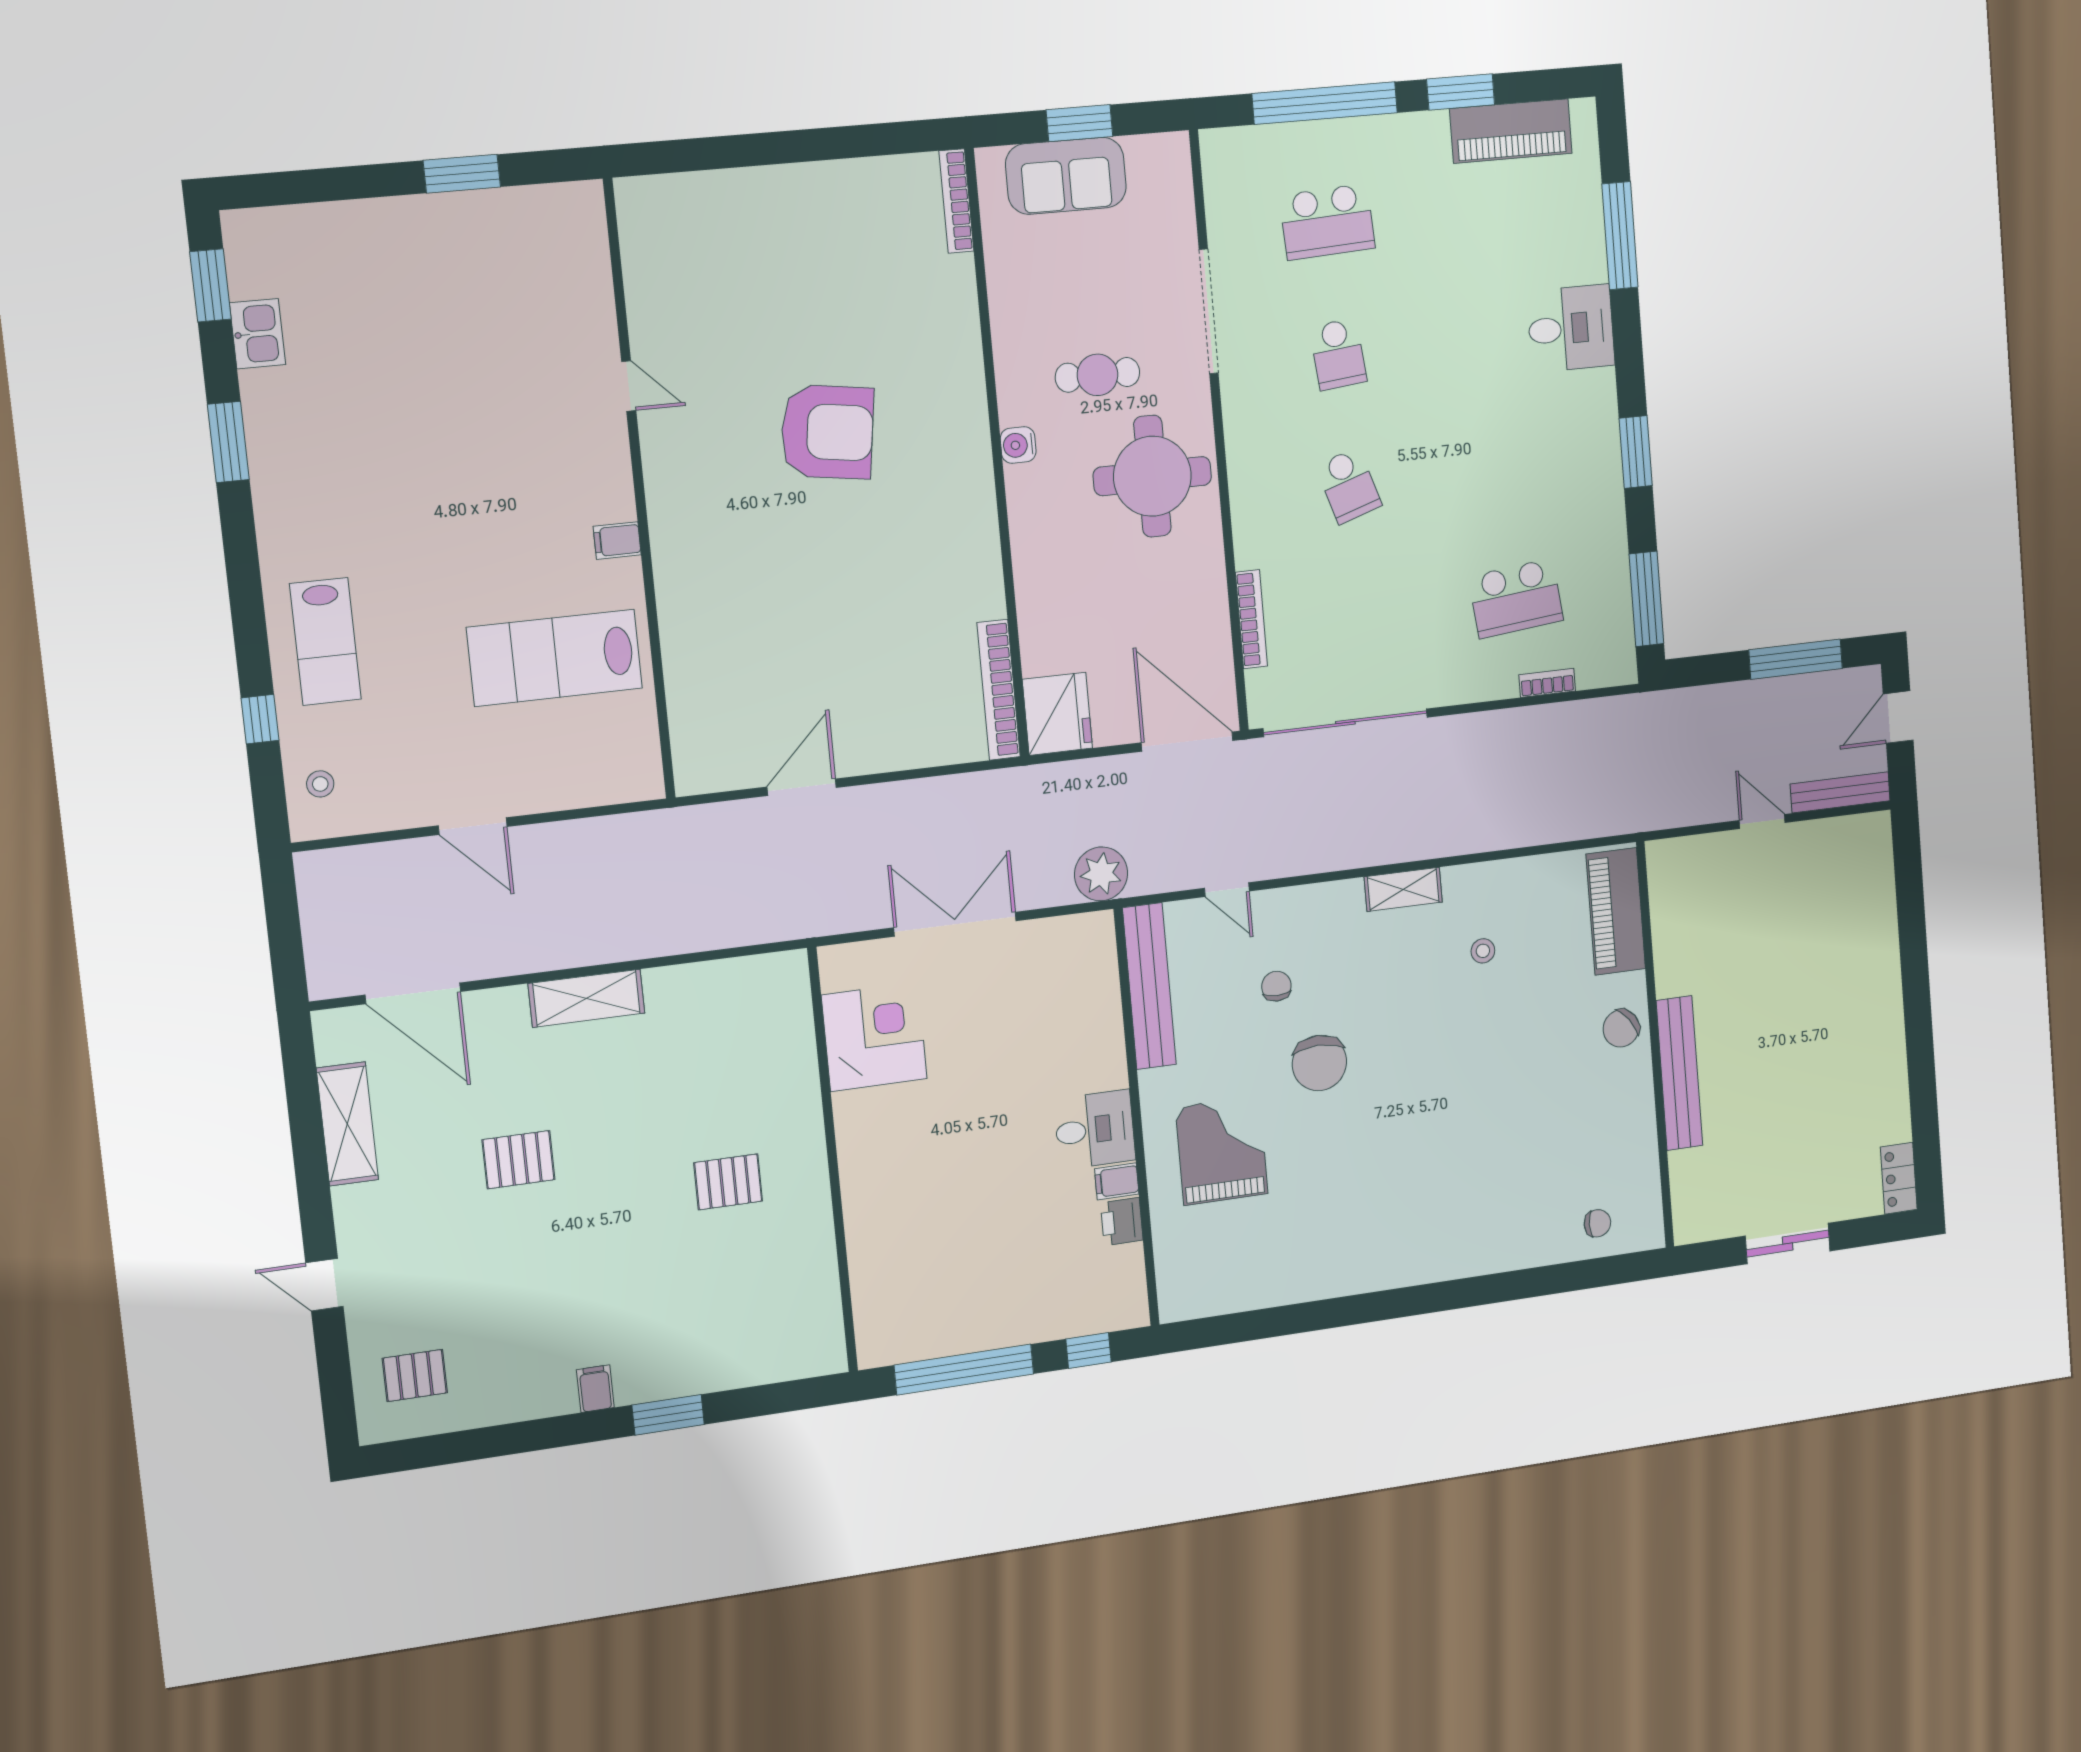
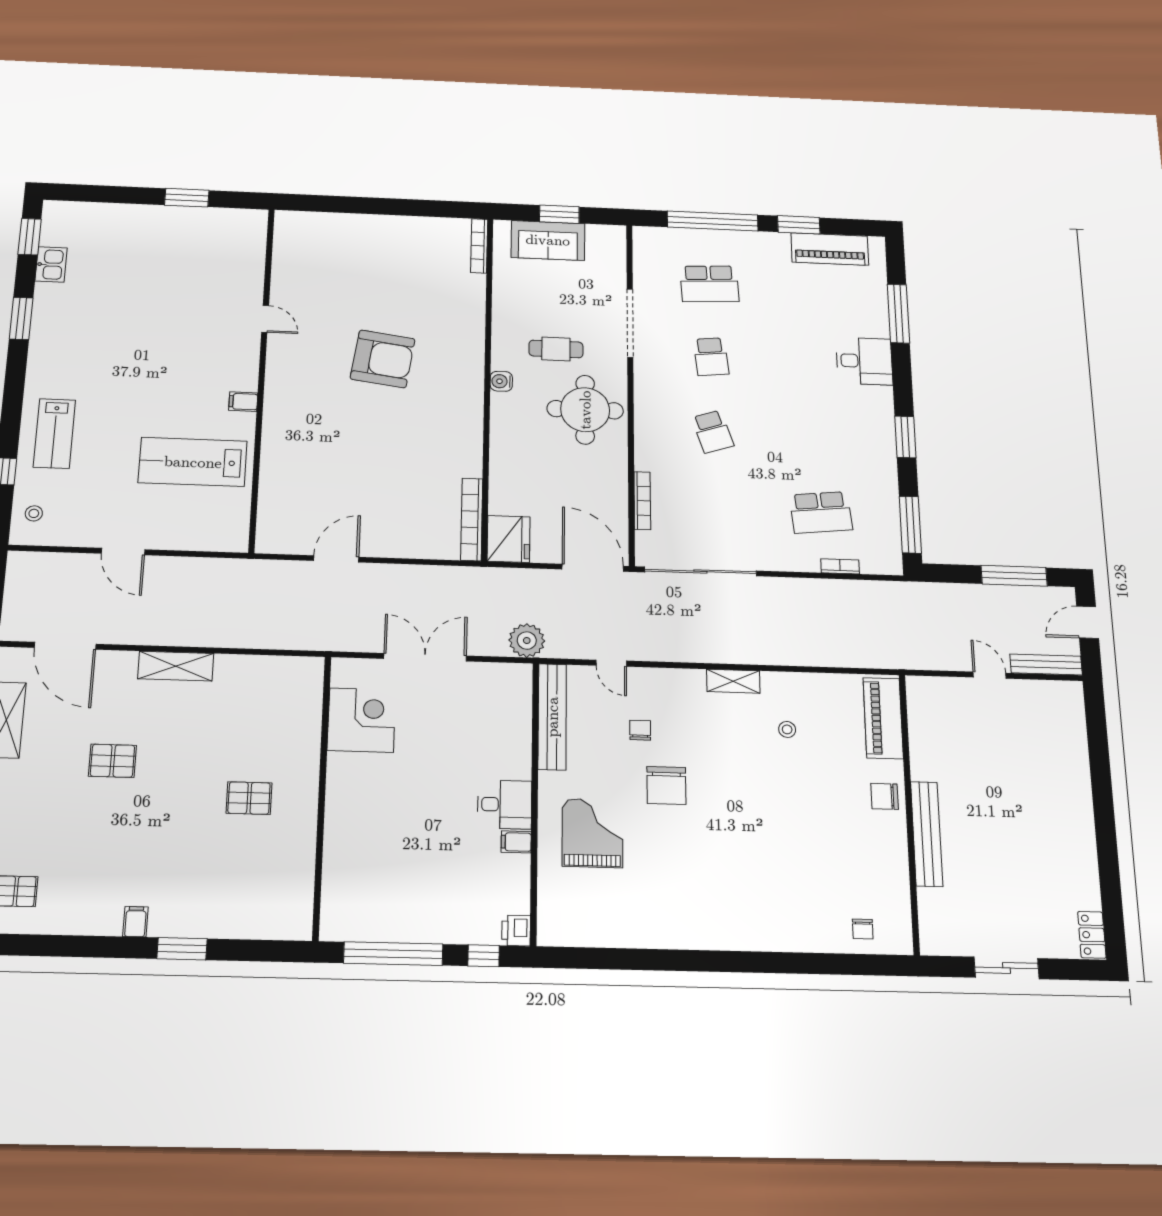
chair: (1621, 1028) -> (885, 796), turned 37
printer: (1122, 1222) -> (516, 930), moved
chair: (1597, 1223) -> (863, 929), turned 90

